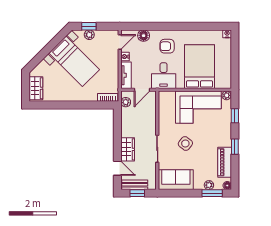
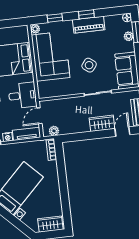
door: (142, 90) -> (39, 116), swing flipped
piano: (225, 162) -> (89, 25), moved

